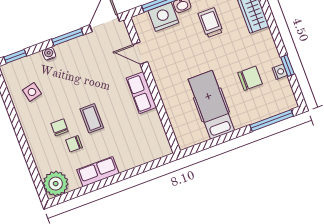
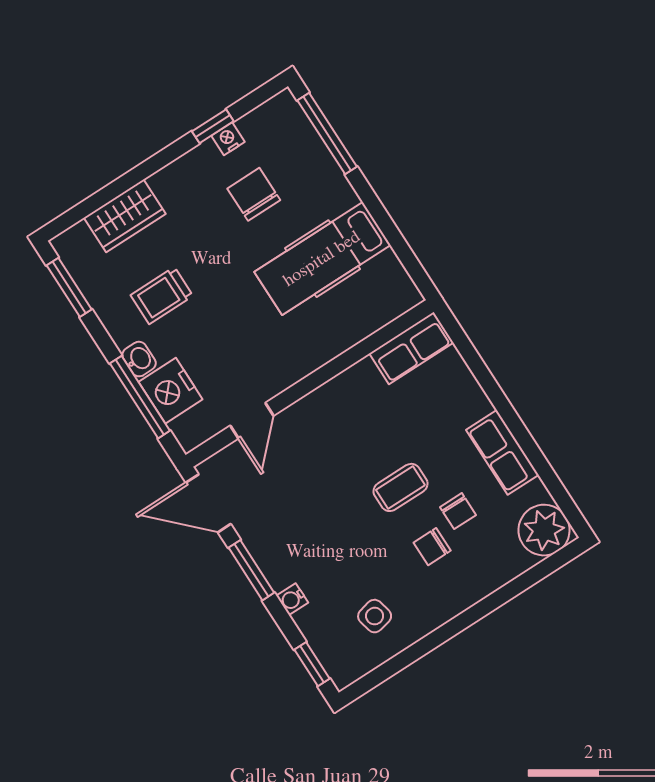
row of seats: (141, 93) -> (411, 348), moved

